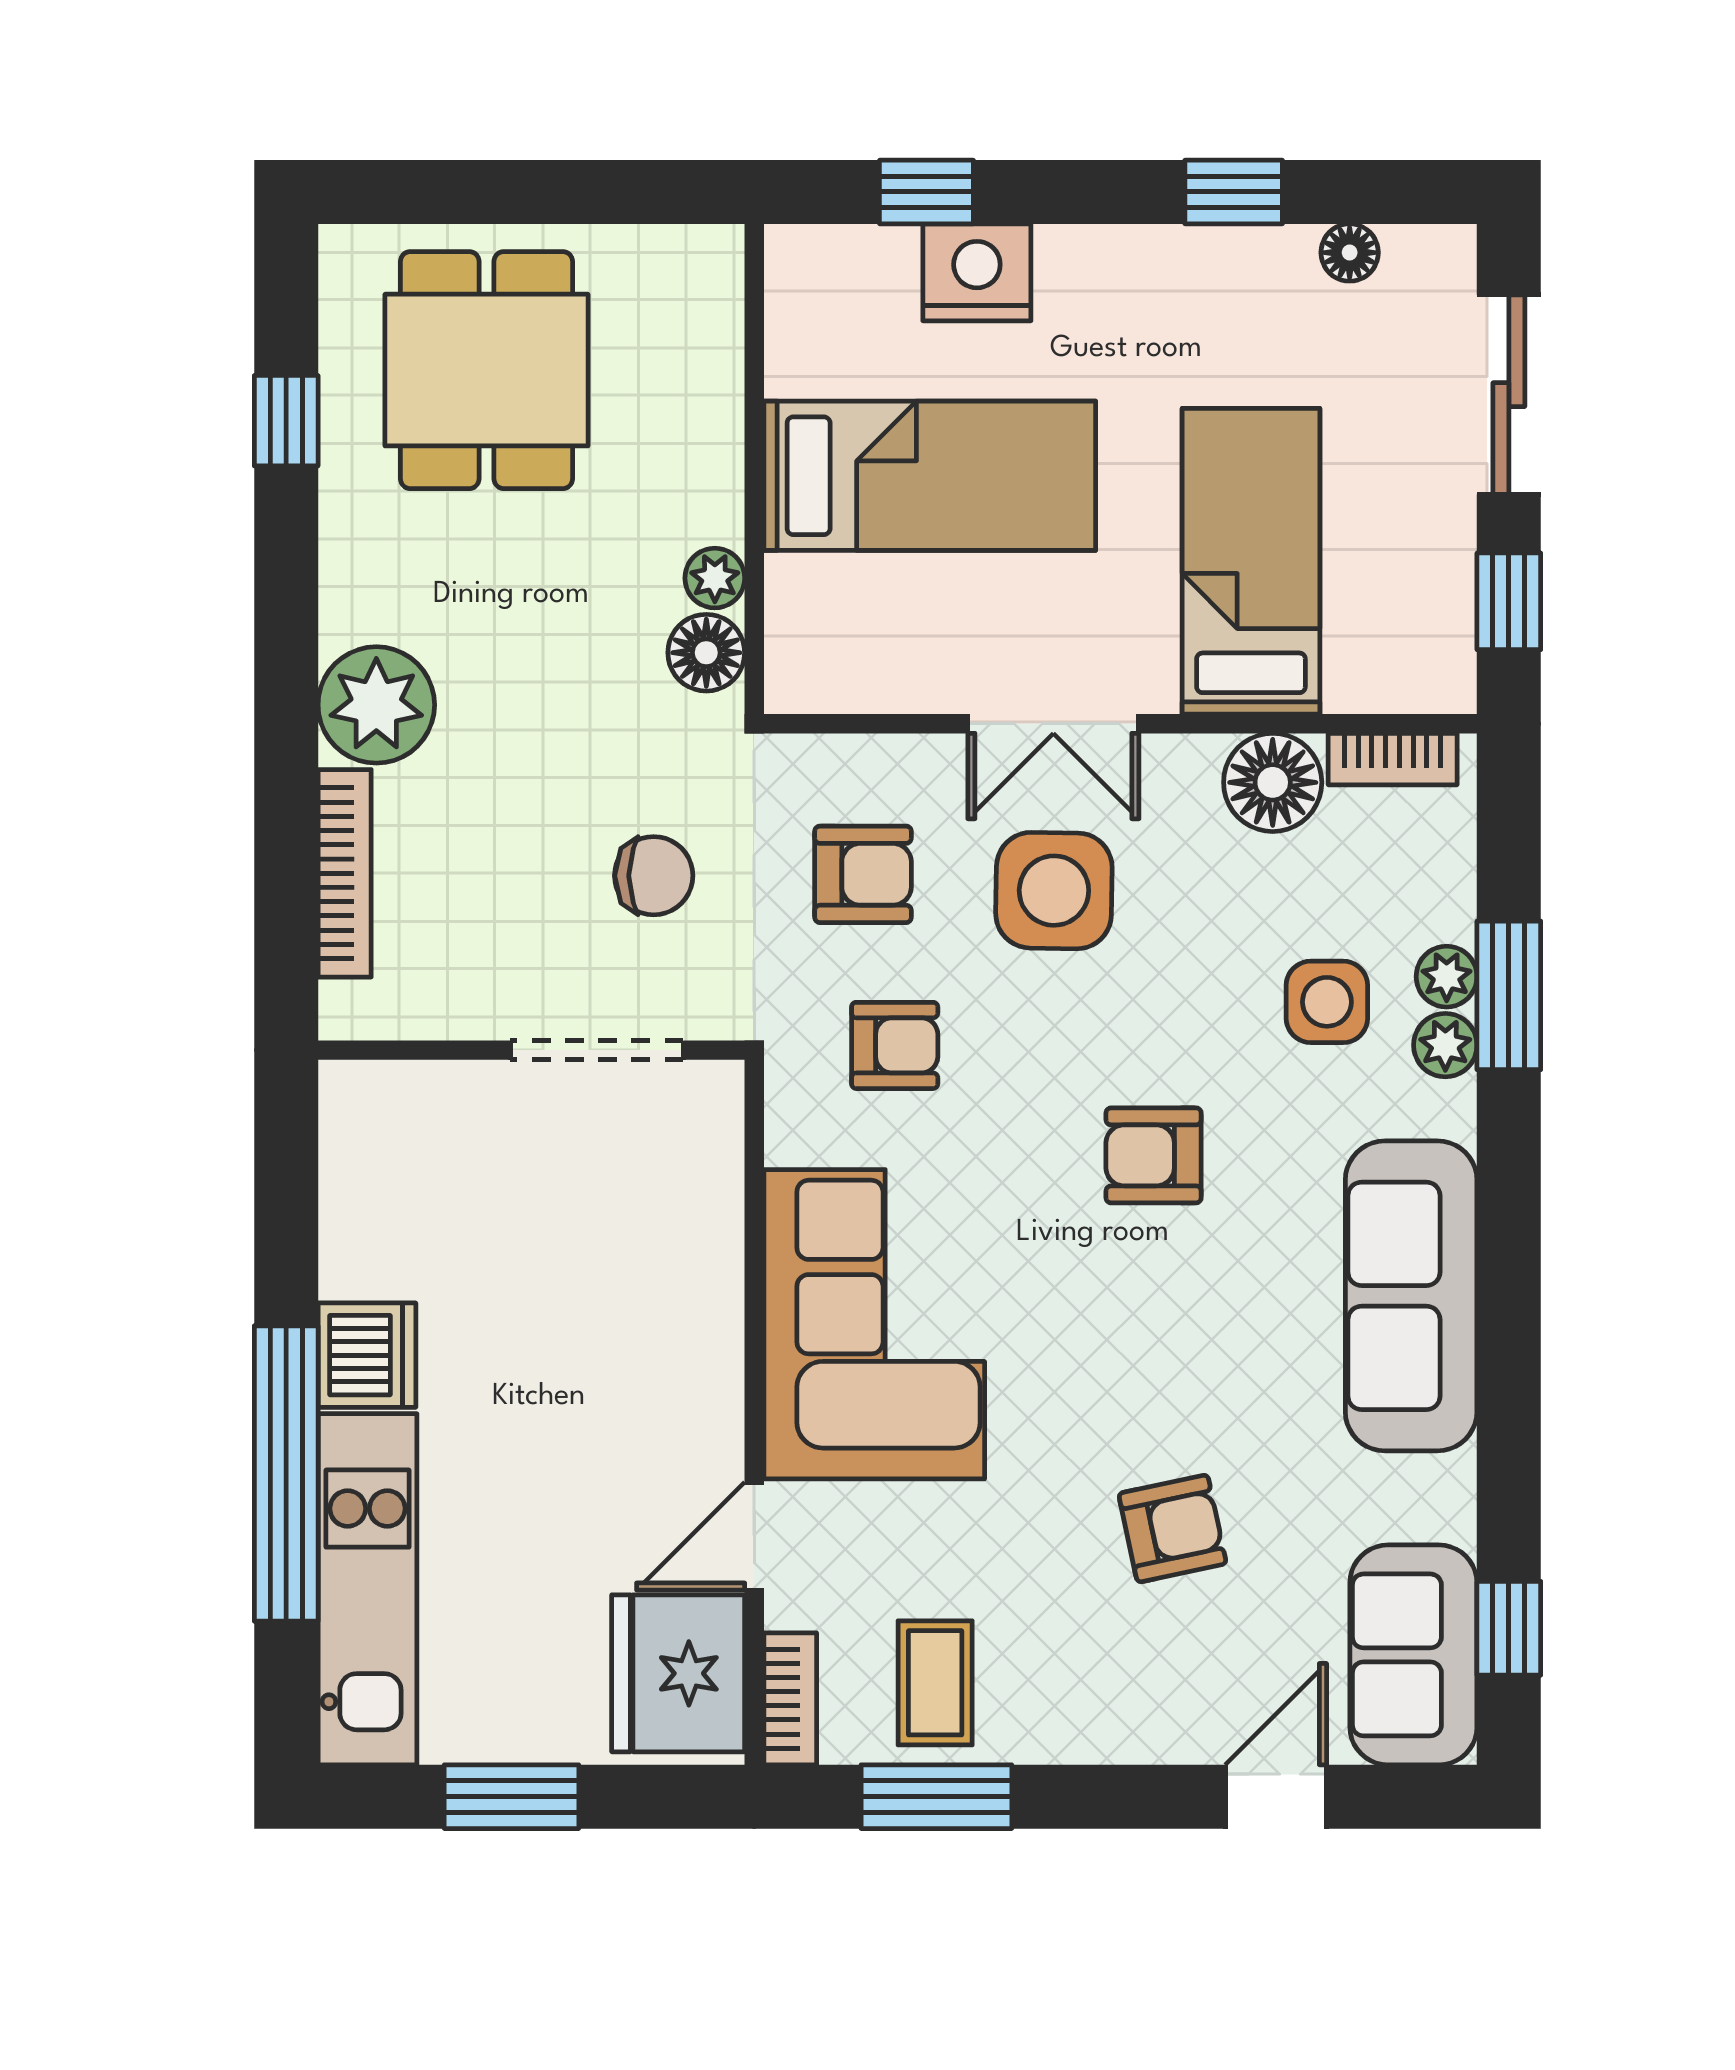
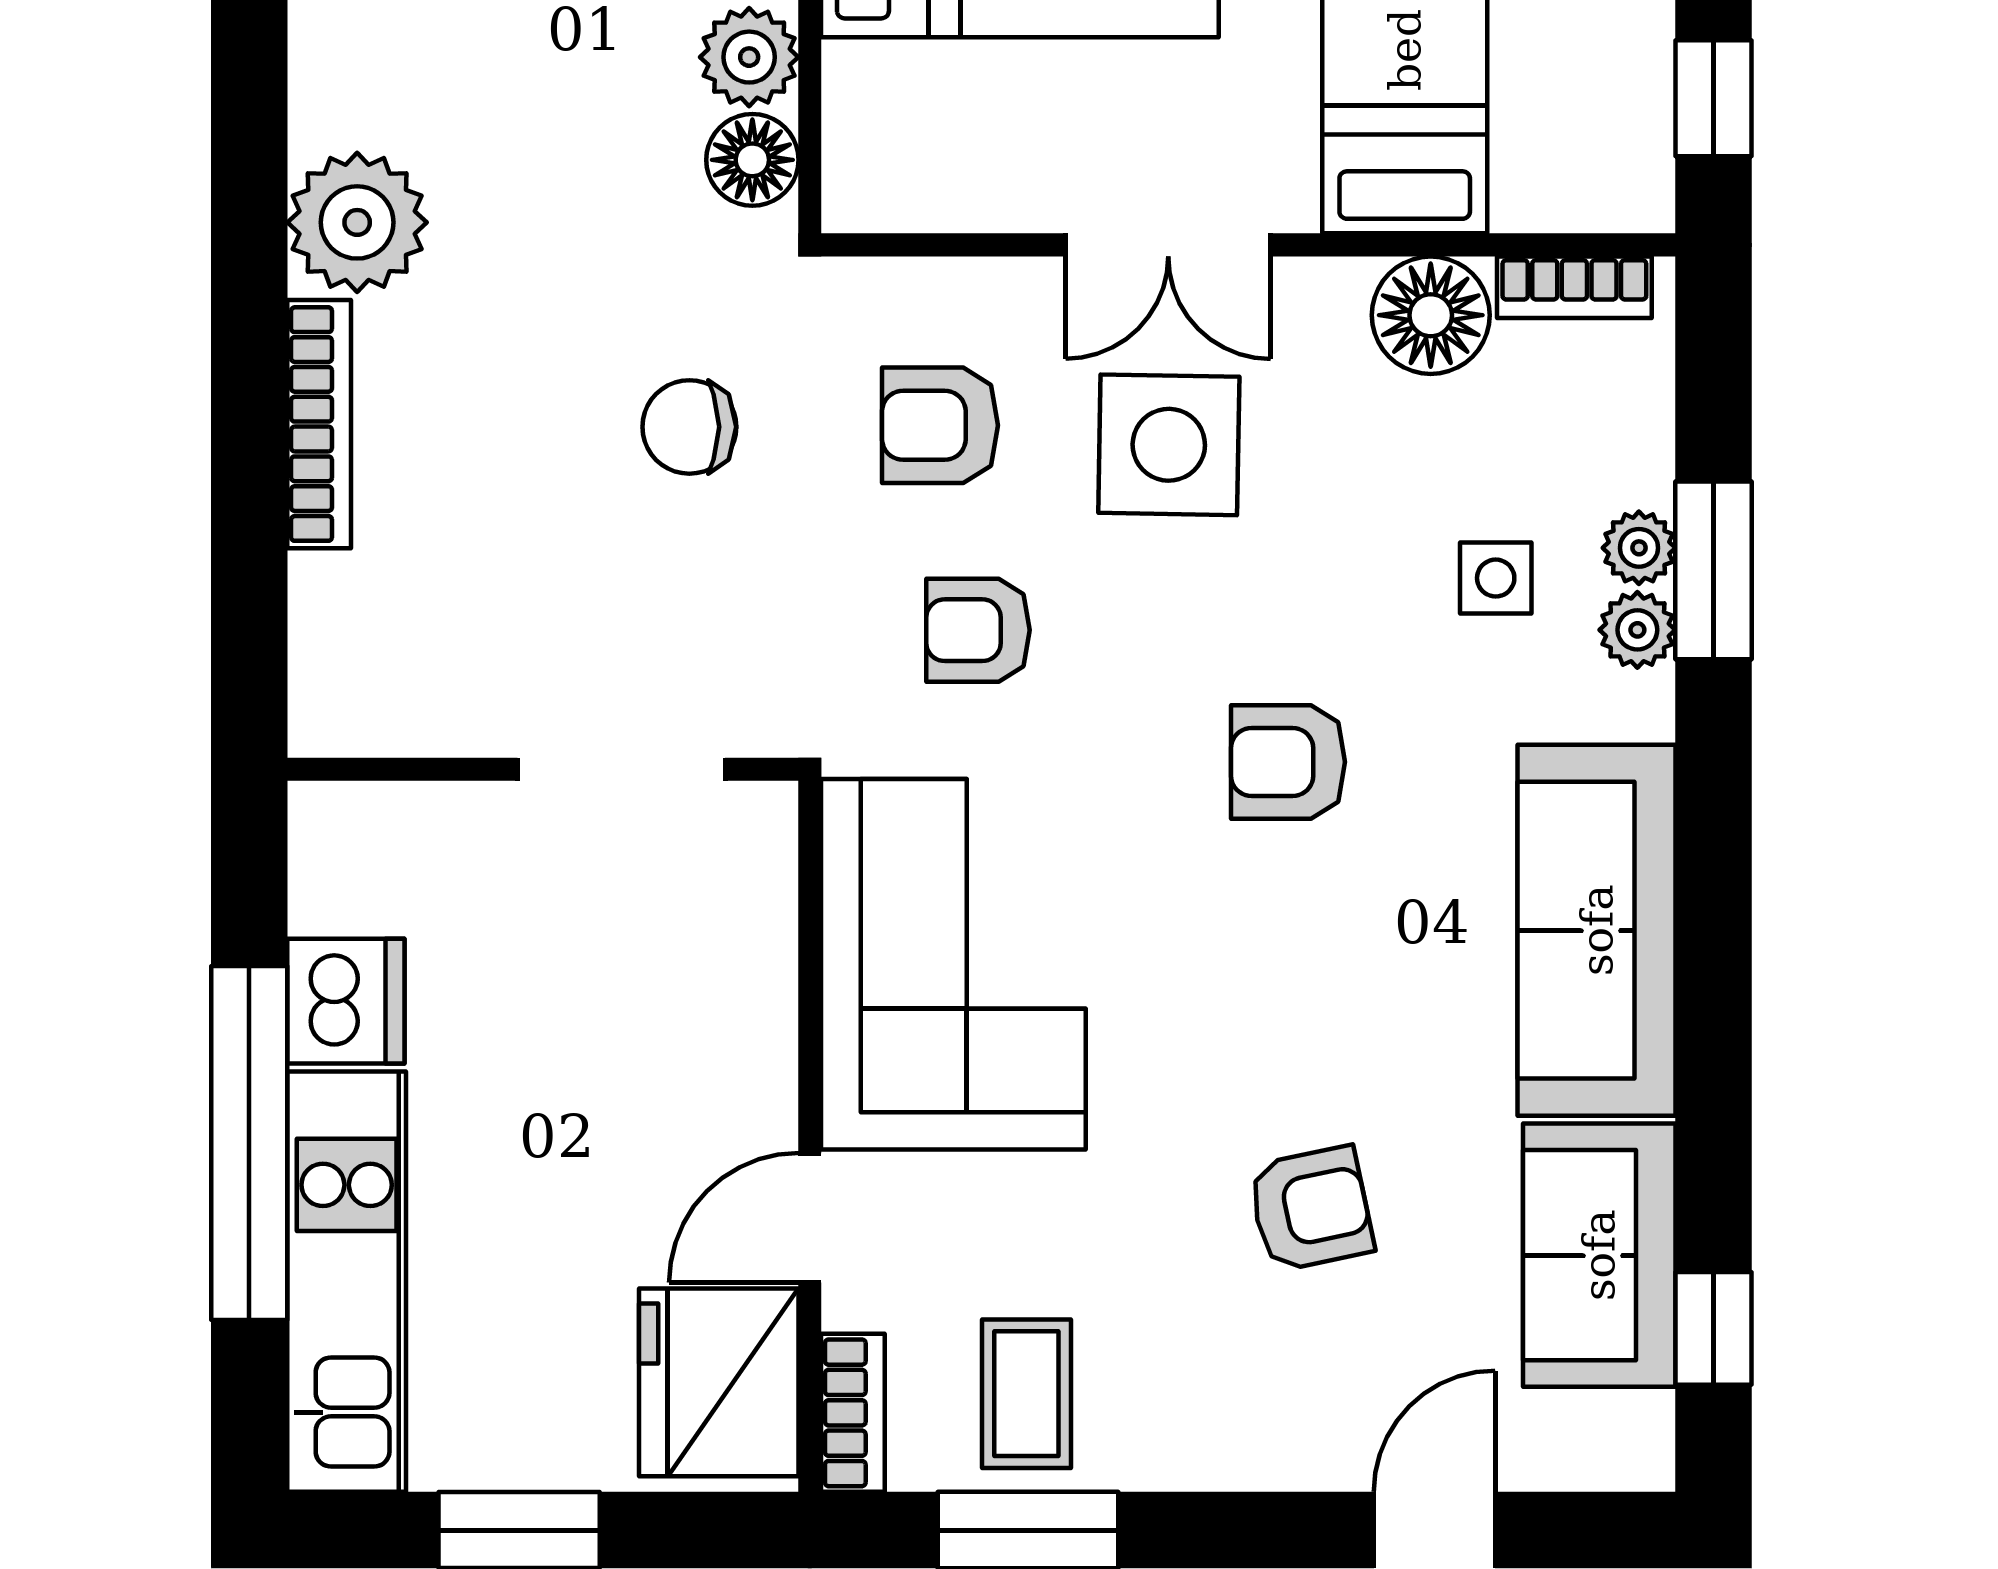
plant: (715, 578) -> (749, 57), width x1.38, depth x1.38
armchair: (863, 874) -> (940, 425), turned 180
chair: (654, 876) -> (689, 427), turned 180
side table: (1327, 1002) -> (1496, 578), width x0.73, depth x0.73
armchair: (895, 1045) -> (978, 630), turned 180
wall: (531, 1050) -> (543, 769), moved
doorway: (597, 1050) -> (621, 769), moved
sofa: (1413, 1655) -> (1599, 1255), moved

